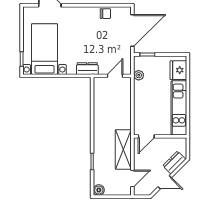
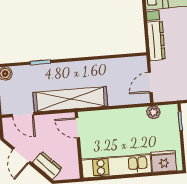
dresser: (87, 69) -> (156, 41), width x1.44
door: (115, 76) -> (150, 82), swing flipped
shelving: (123, 149) -> (70, 99), width x1.47

